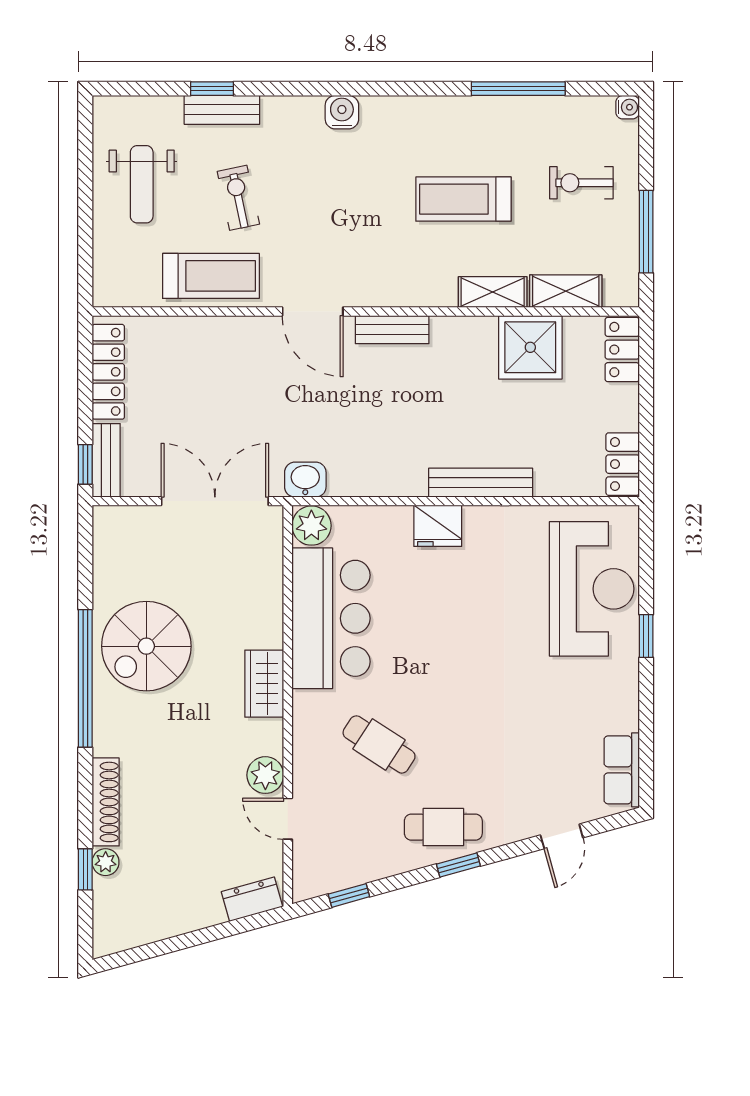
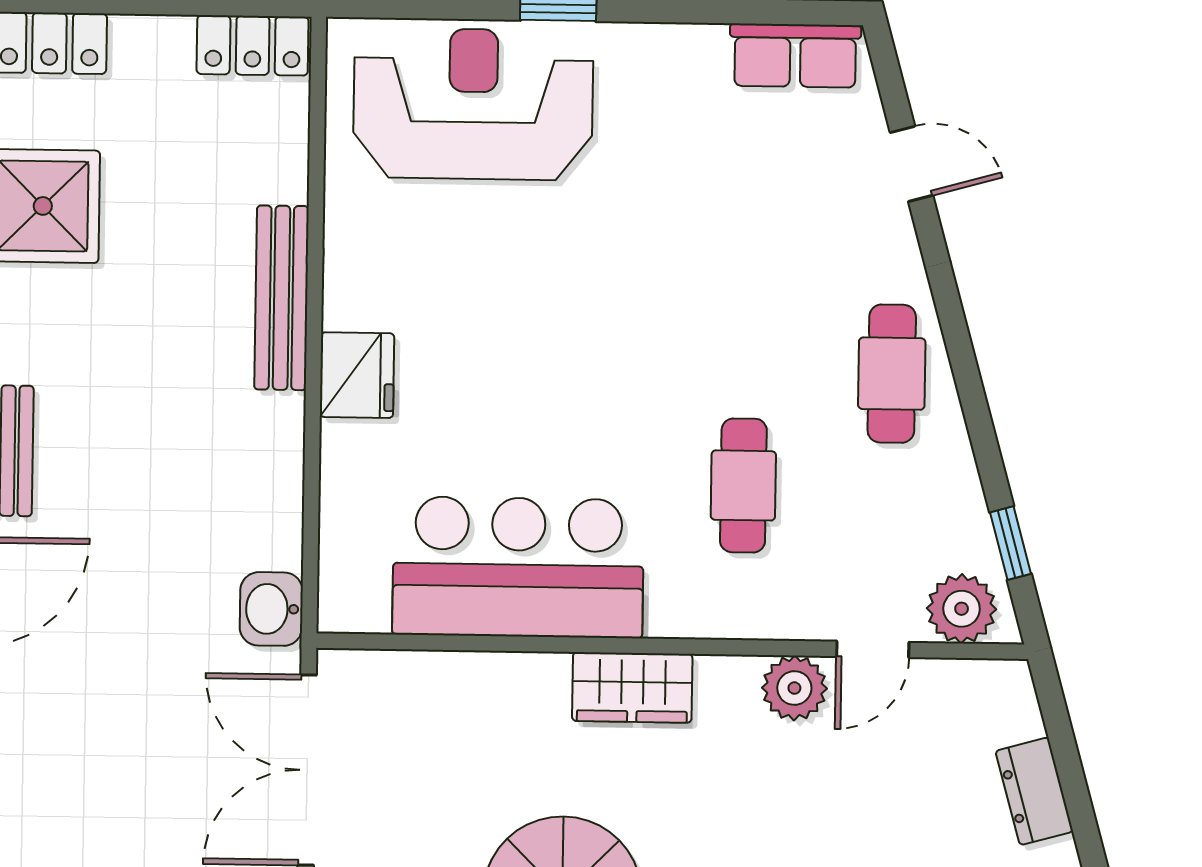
plant: (311, 526) -> (962, 609), moved
cafe table: (379, 744) -> (743, 485), turned -33
window: (458, 865) -> (960, 348), removed
dresser: (252, 899) -> (1034, 791), moved

